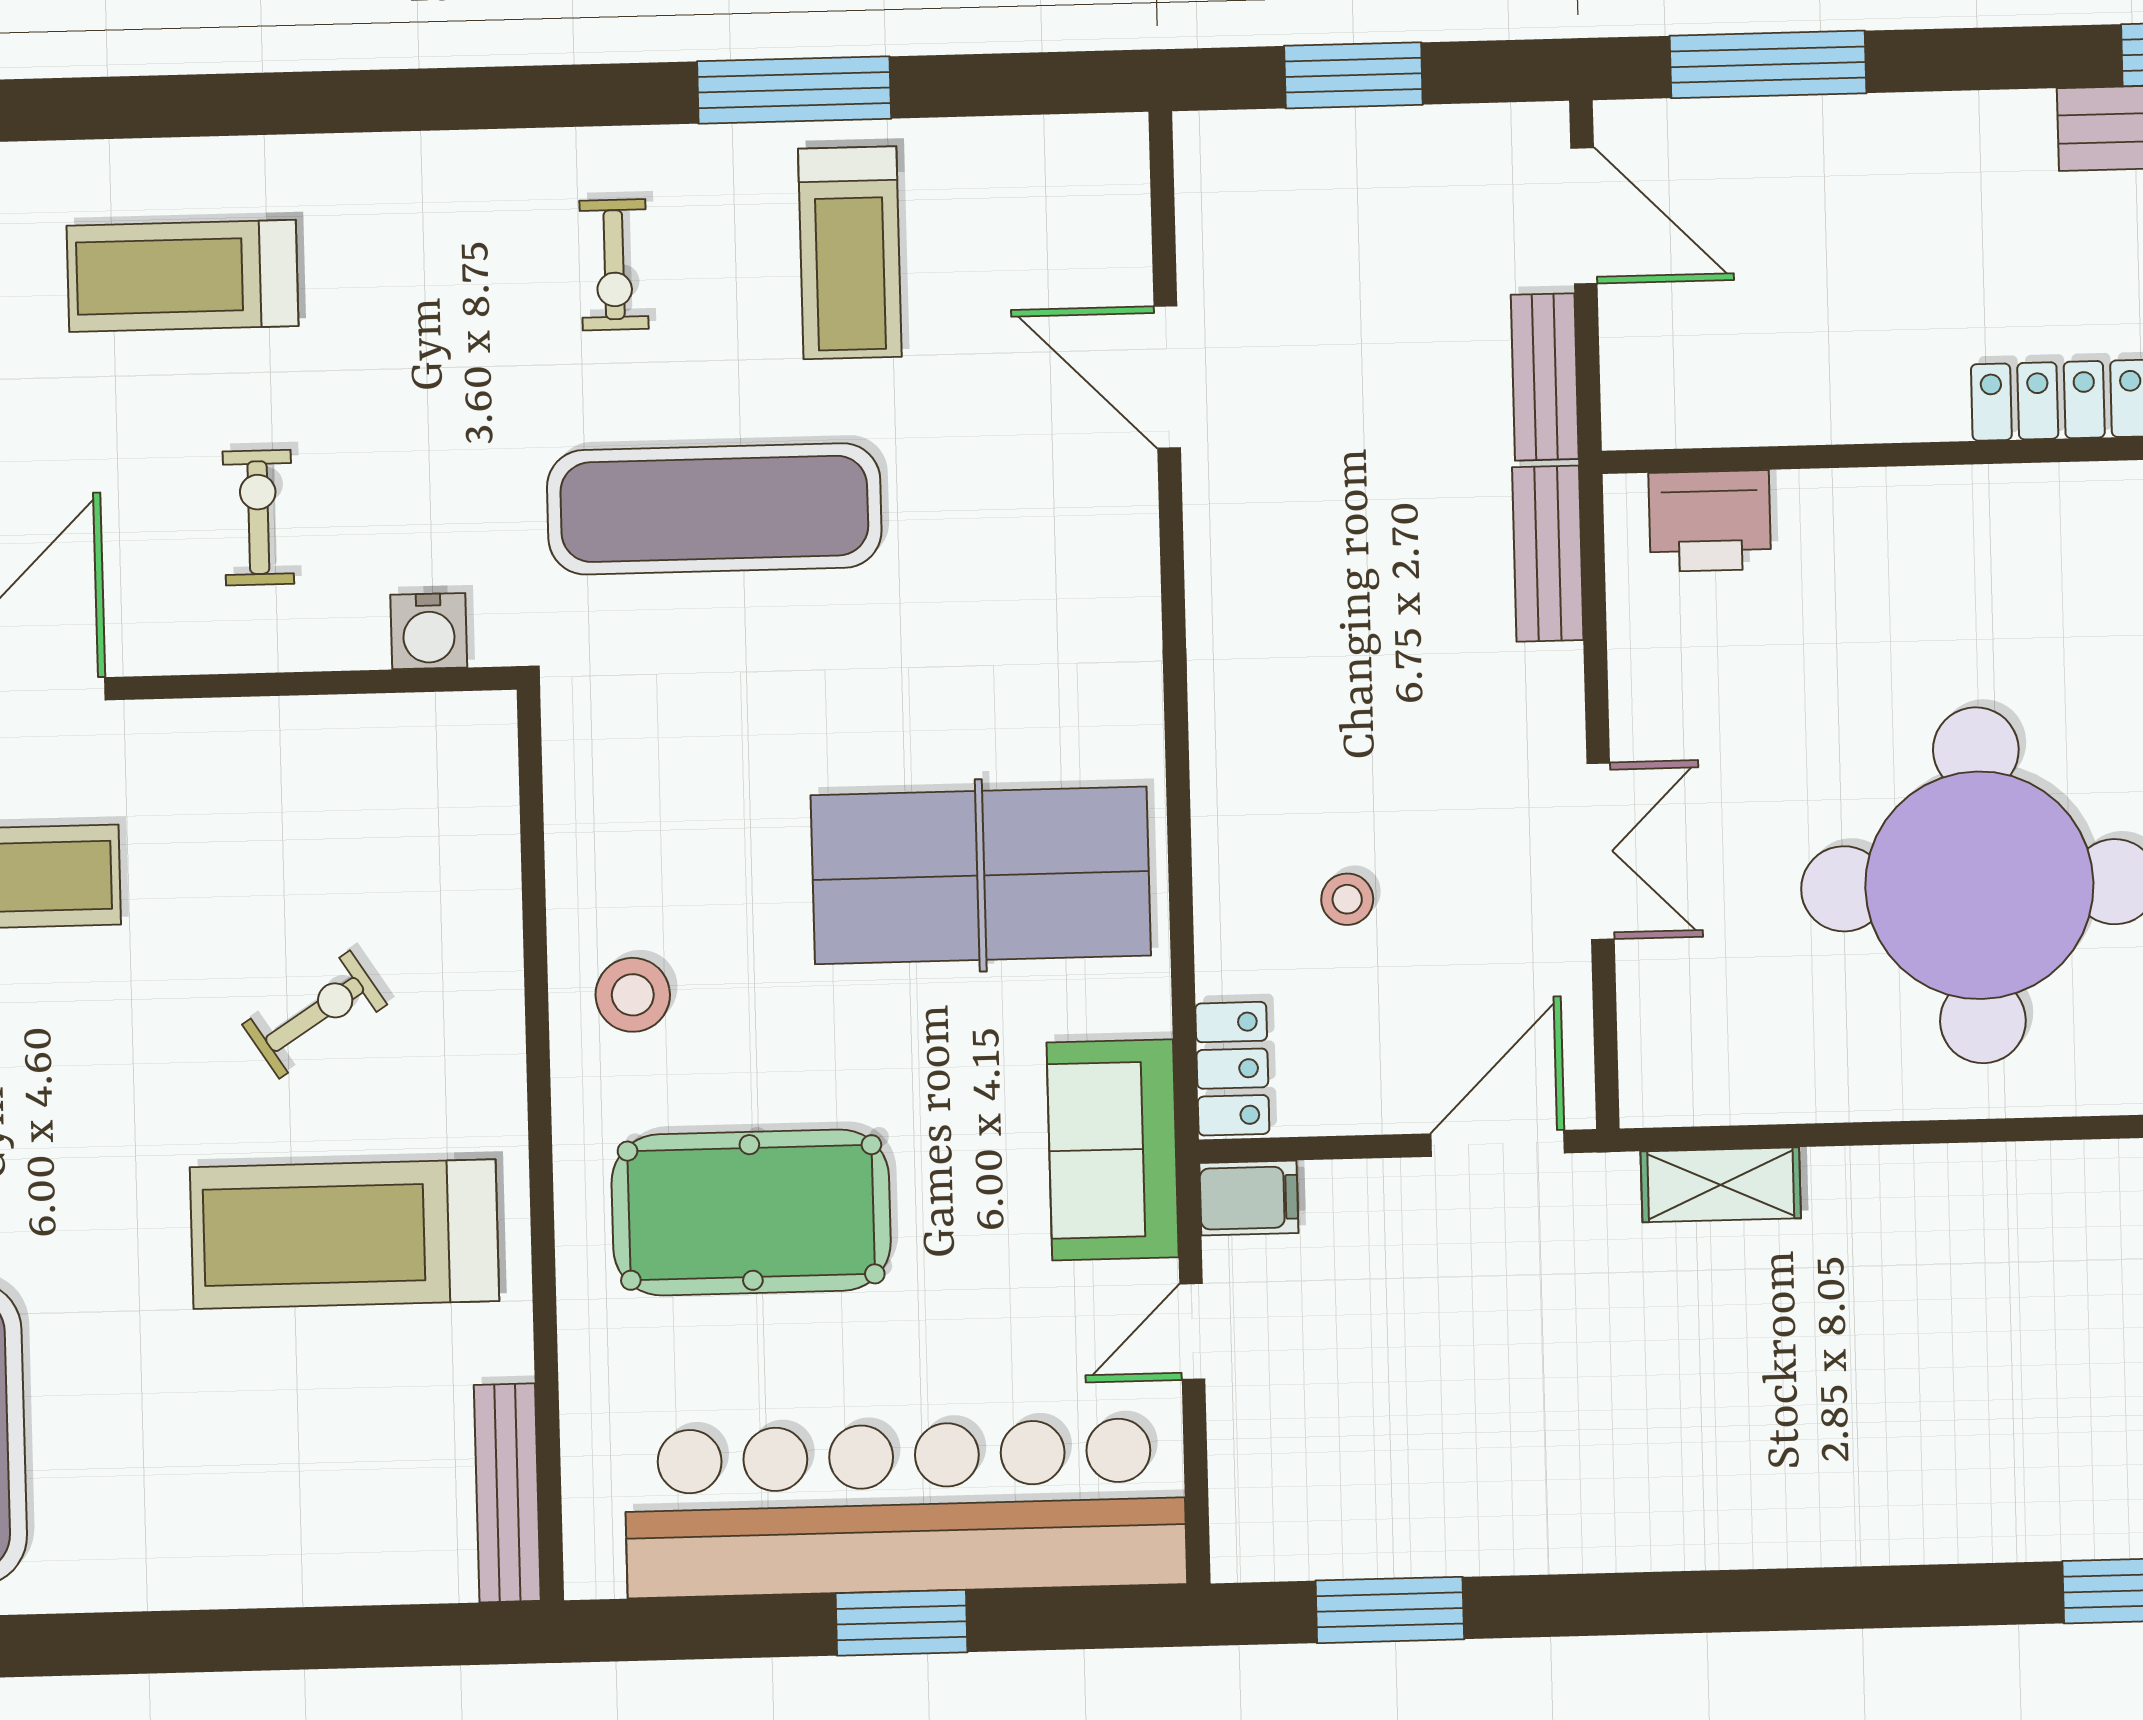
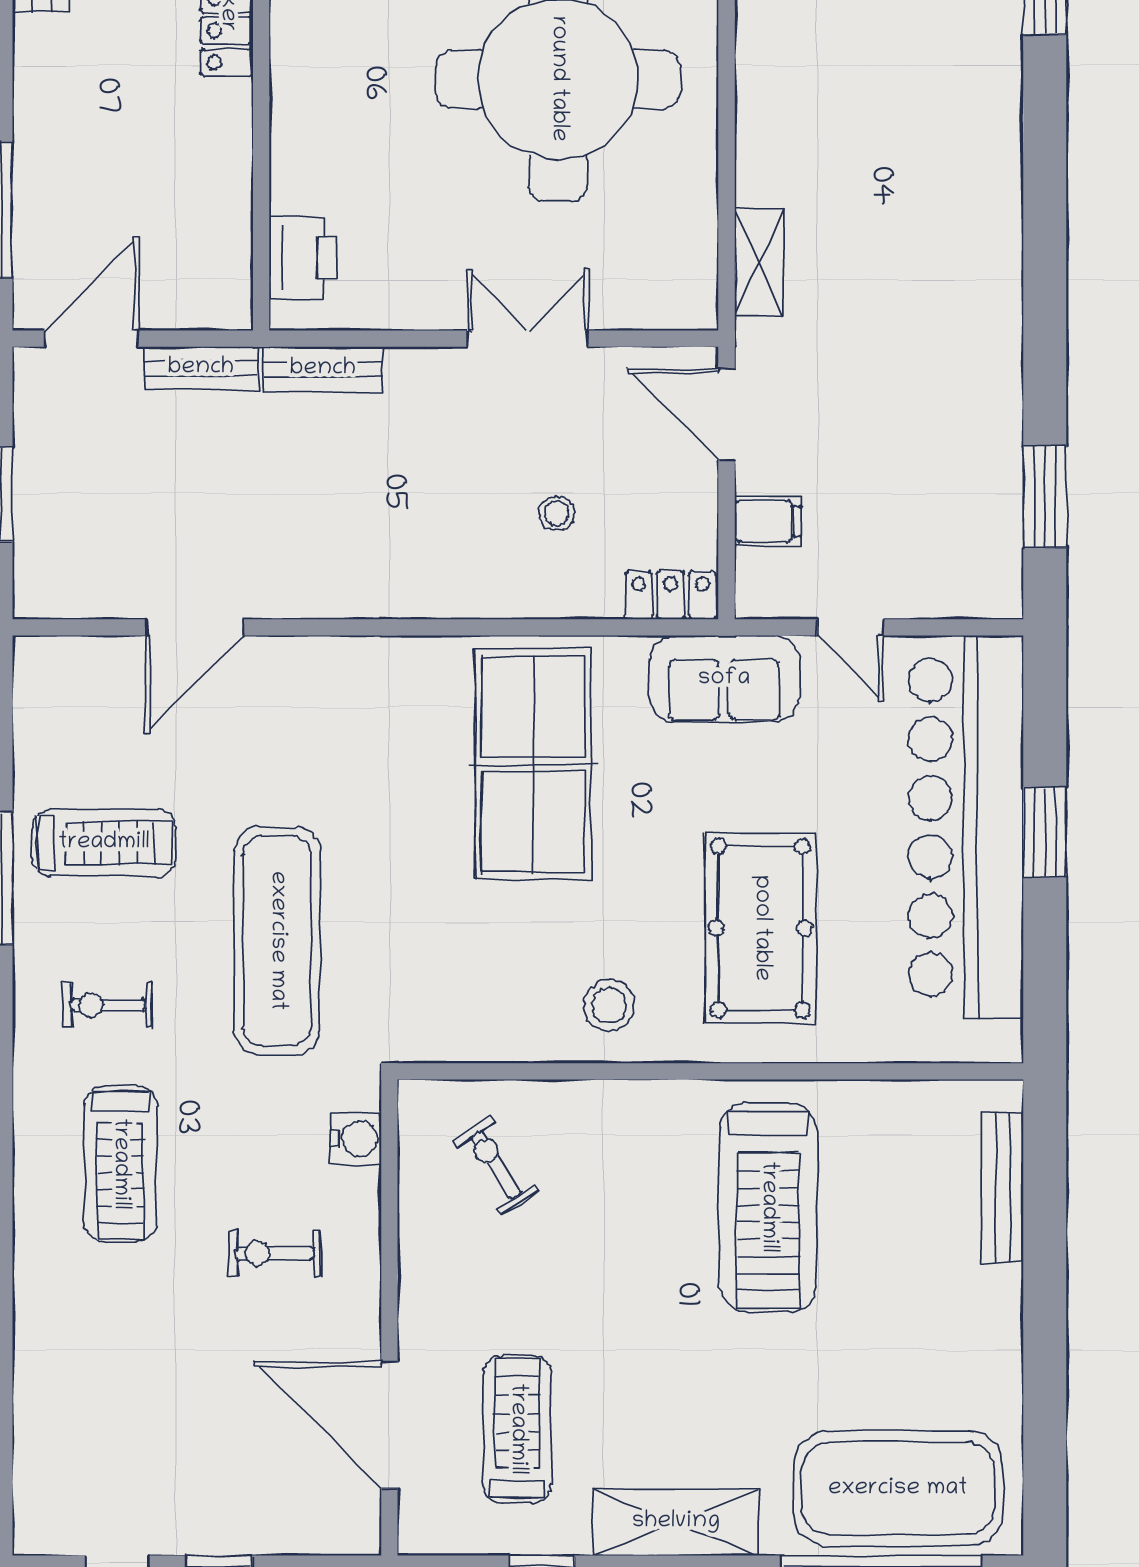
exercise bike: (614, 265) -> (108, 1005), turned 180
treadmill: (182, 276) -> (120, 1164), moved
exercise bike: (315, 1014) -> (496, 1165), moved
filing cabinet: (1249, 1198) -> (768, 521), moved, turned 90
bench: (507, 1493) -> (1002, 1188), moved, turned 90

